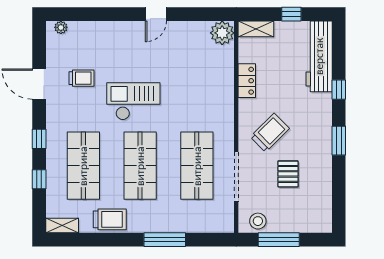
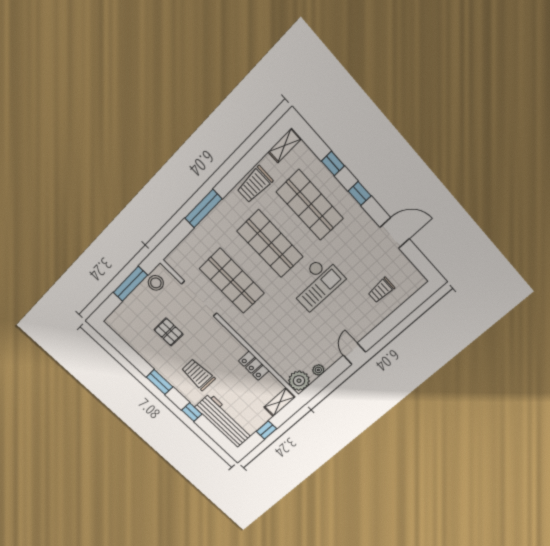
plant: (61, 27) -> (318, 370), moved
trolley: (82, 78) -> (381, 290), moved
trolley: (270, 133) -> (198, 375), moved, turned 135

